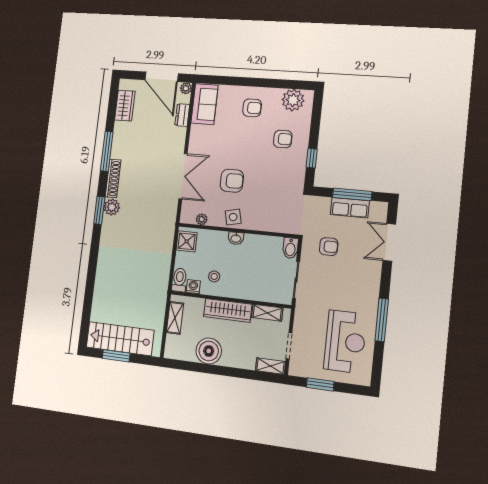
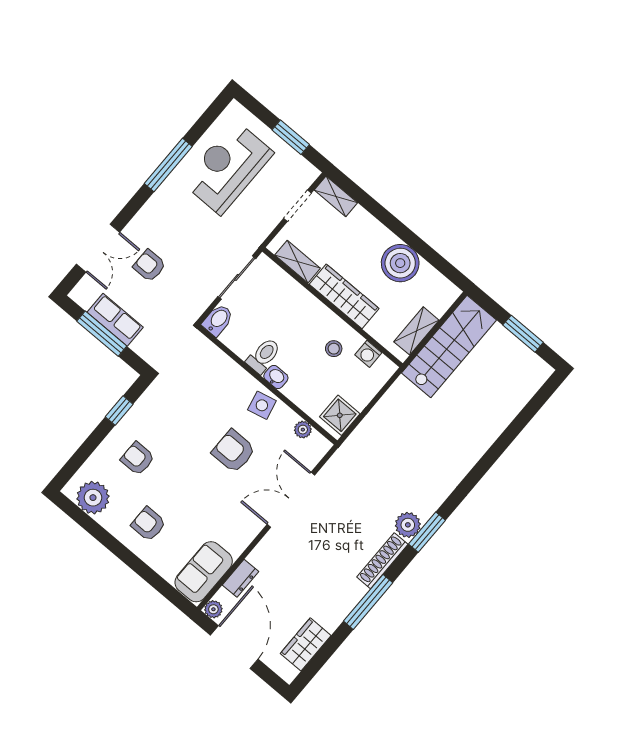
armchair: (329, 247) -> (149, 266), moved
toilet: (179, 280) -> (264, 356), moved, turned 180
stairs: (120, 339) -> (449, 347), moved, turned -90

